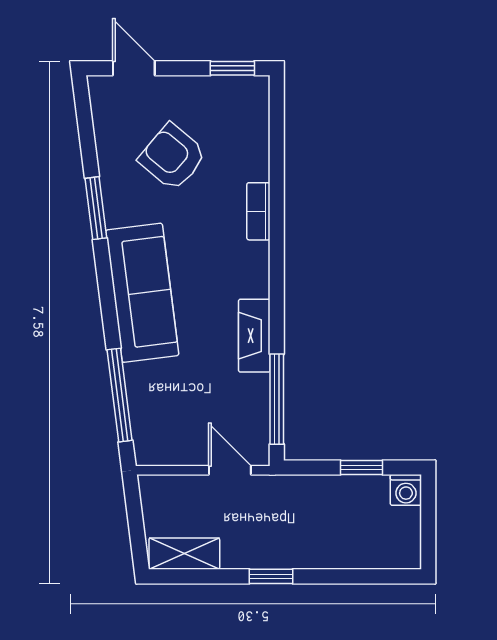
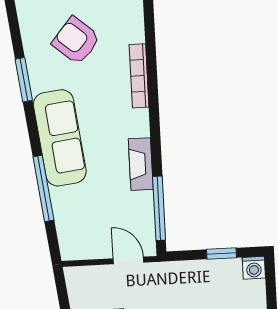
bookcase: (258, 211) -> (139, 76), width x1.56
window: (120, 395) -> (43, 188), moved

